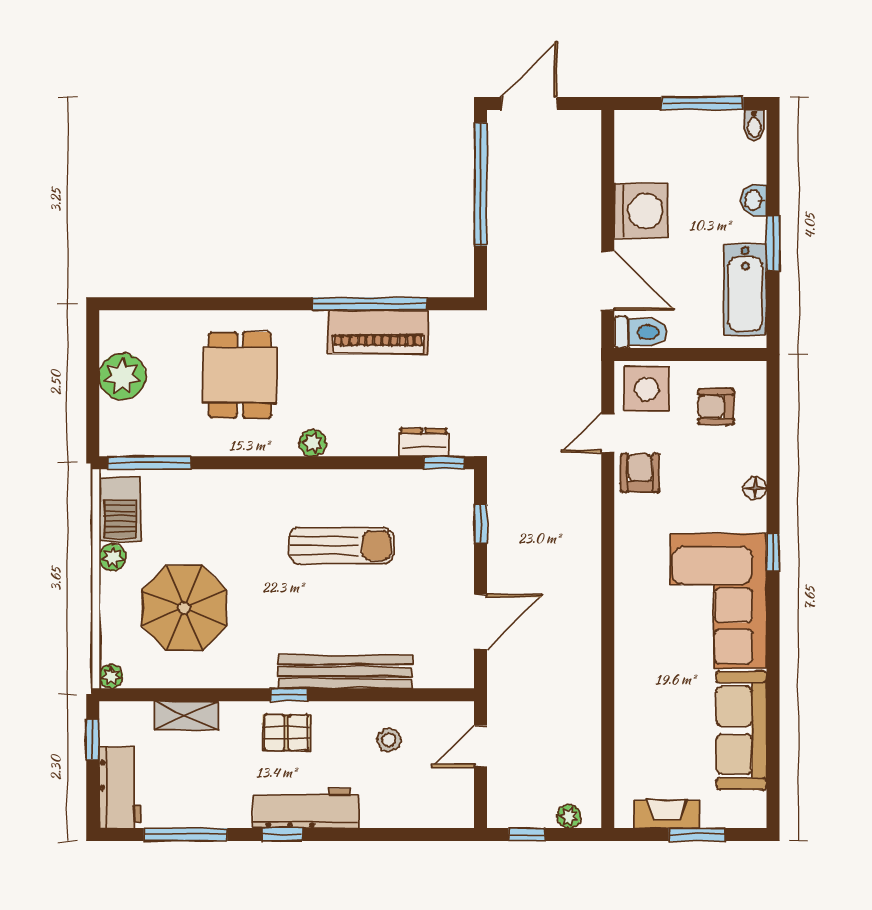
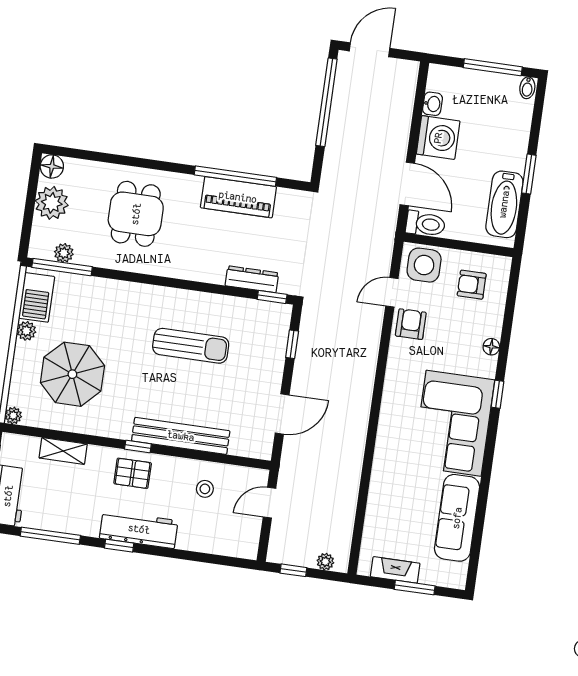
washbasin: (754, 200) -> (432, 104), moved, turned 180
floor lamp: (115, 326) -> (52, 166), added
dresser: (424, 442) -> (252, 279), width x1.44
plant: (313, 443) -> (64, 253), moved

